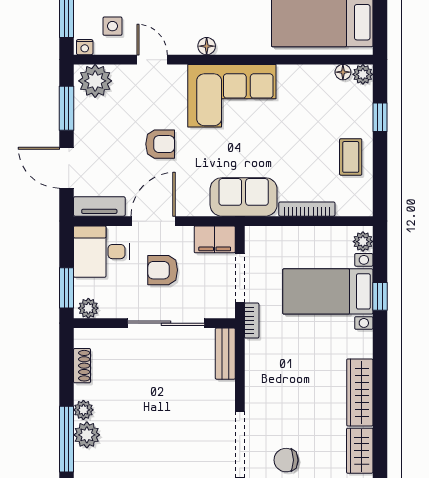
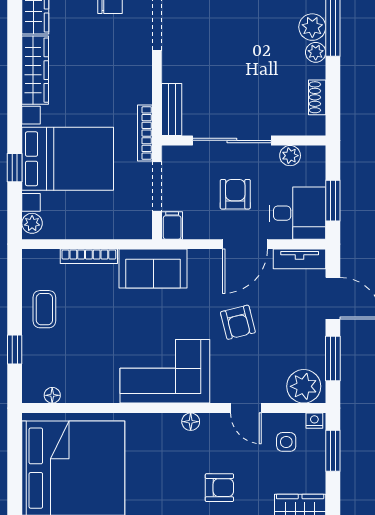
plant: (363, 74) -> (32, 393), removed
armchair: (160, 144) -> (238, 322), turned -104
filing cabinet: (215, 239) -> (172, 226), width x0.50
armchair: (163, 270) -> (235, 194), turned -90
window: (66, 288) -> (333, 201), moved
bed with nightstands: (328, 291) -> (68, 159), width x1.36
plant: (88, 308) -> (290, 156), moved
bookcase: (252, 320) -> (145, 133), width x1.56

